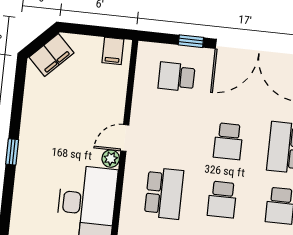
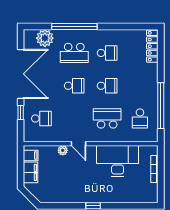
filing cabinet: (51, 55) -> (31, 172), moved, turned 45
school desk: (176, 77) -> (41, 118), turned -90
plant: (111, 159) -> (63, 150), moved

